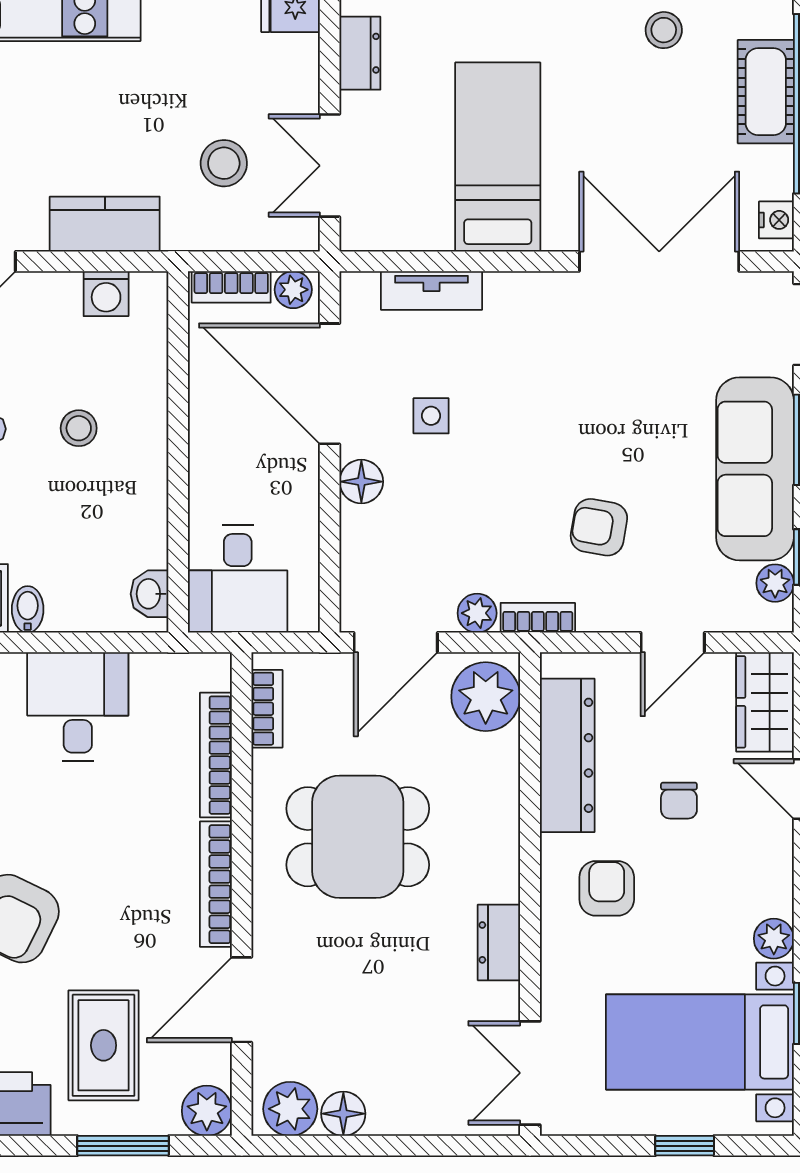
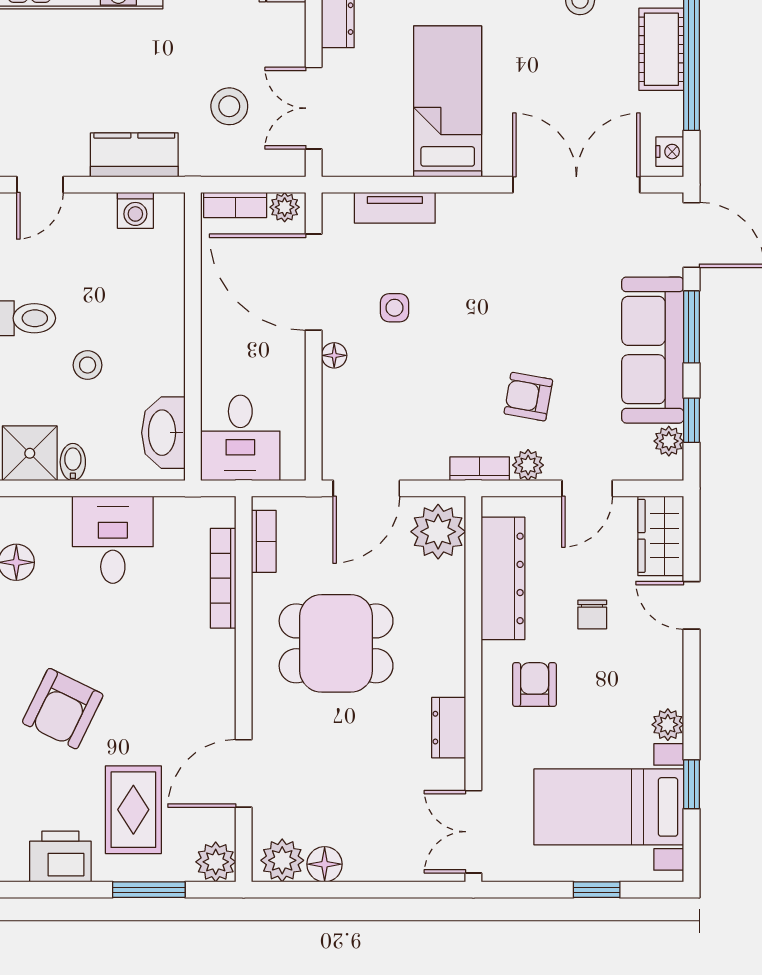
stool: (79, 428) -> (88, 365), moved
floor lamp: (361, 482) -> (334, 355), width x0.73, depth x0.73
washbasin: (150, 594) -> (163, 433), width x1.91, depth x1.45
plant: (477, 613) -> (528, 465), moved
bookcase: (216, 884) -> (223, 681), removed

